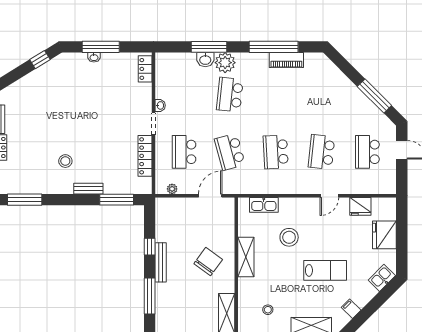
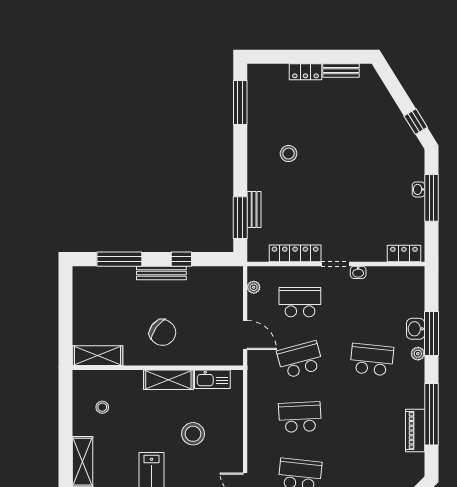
plant: (225, 63) -> (418, 354), width x0.53, depth x0.53
bench: (88, 189) -> (254, 210), moved
kitchen sink: (264, 205) -> (212, 379), moved, turned -90

